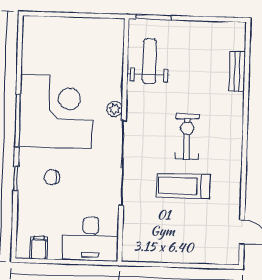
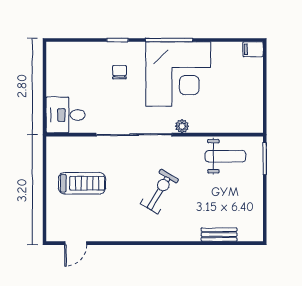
exercise bike: (187, 136) -> (159, 191), turned -59
treadmill: (183, 186) -> (82, 183), moved, turned 90
desk: (91, 239) -> (66, 115), width x0.73
filing cabinet: (39, 248) -> (253, 49), moved, turned 180

